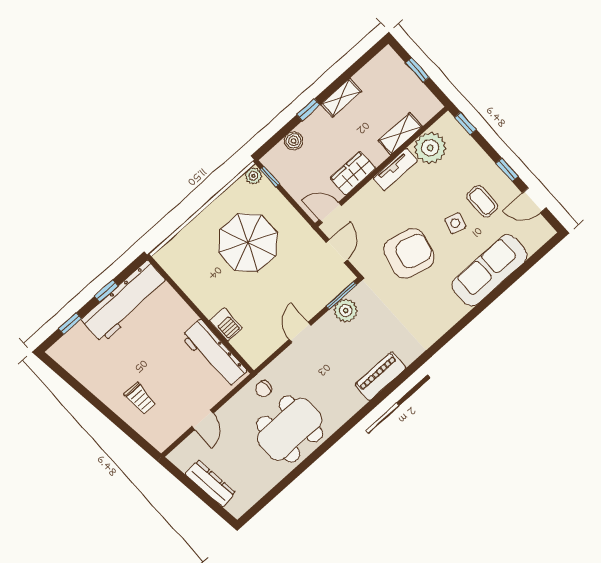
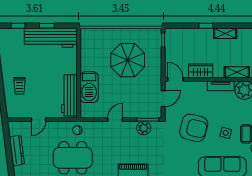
boiler: (294, 141) -> (187, 34), removed
plant: (253, 176) -> (156, 33), removed
barbecue: (226, 324) -> (89, 87), width x1.88, depth x1.53

